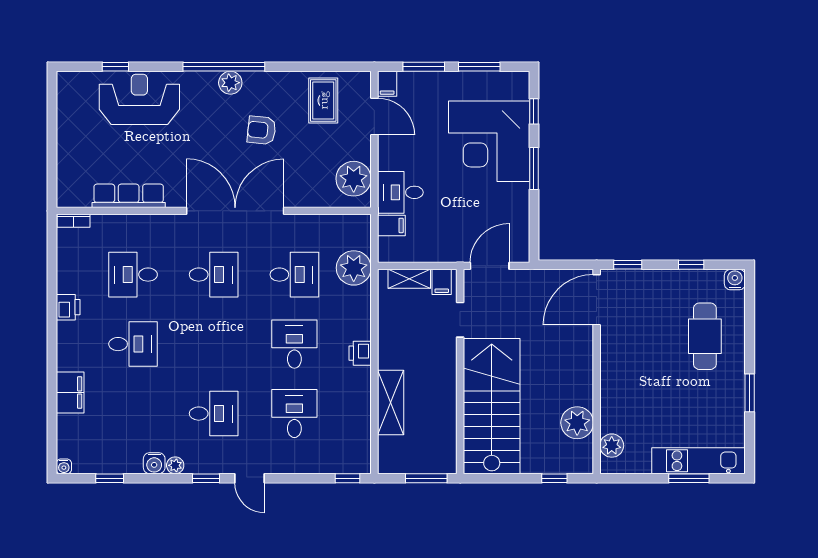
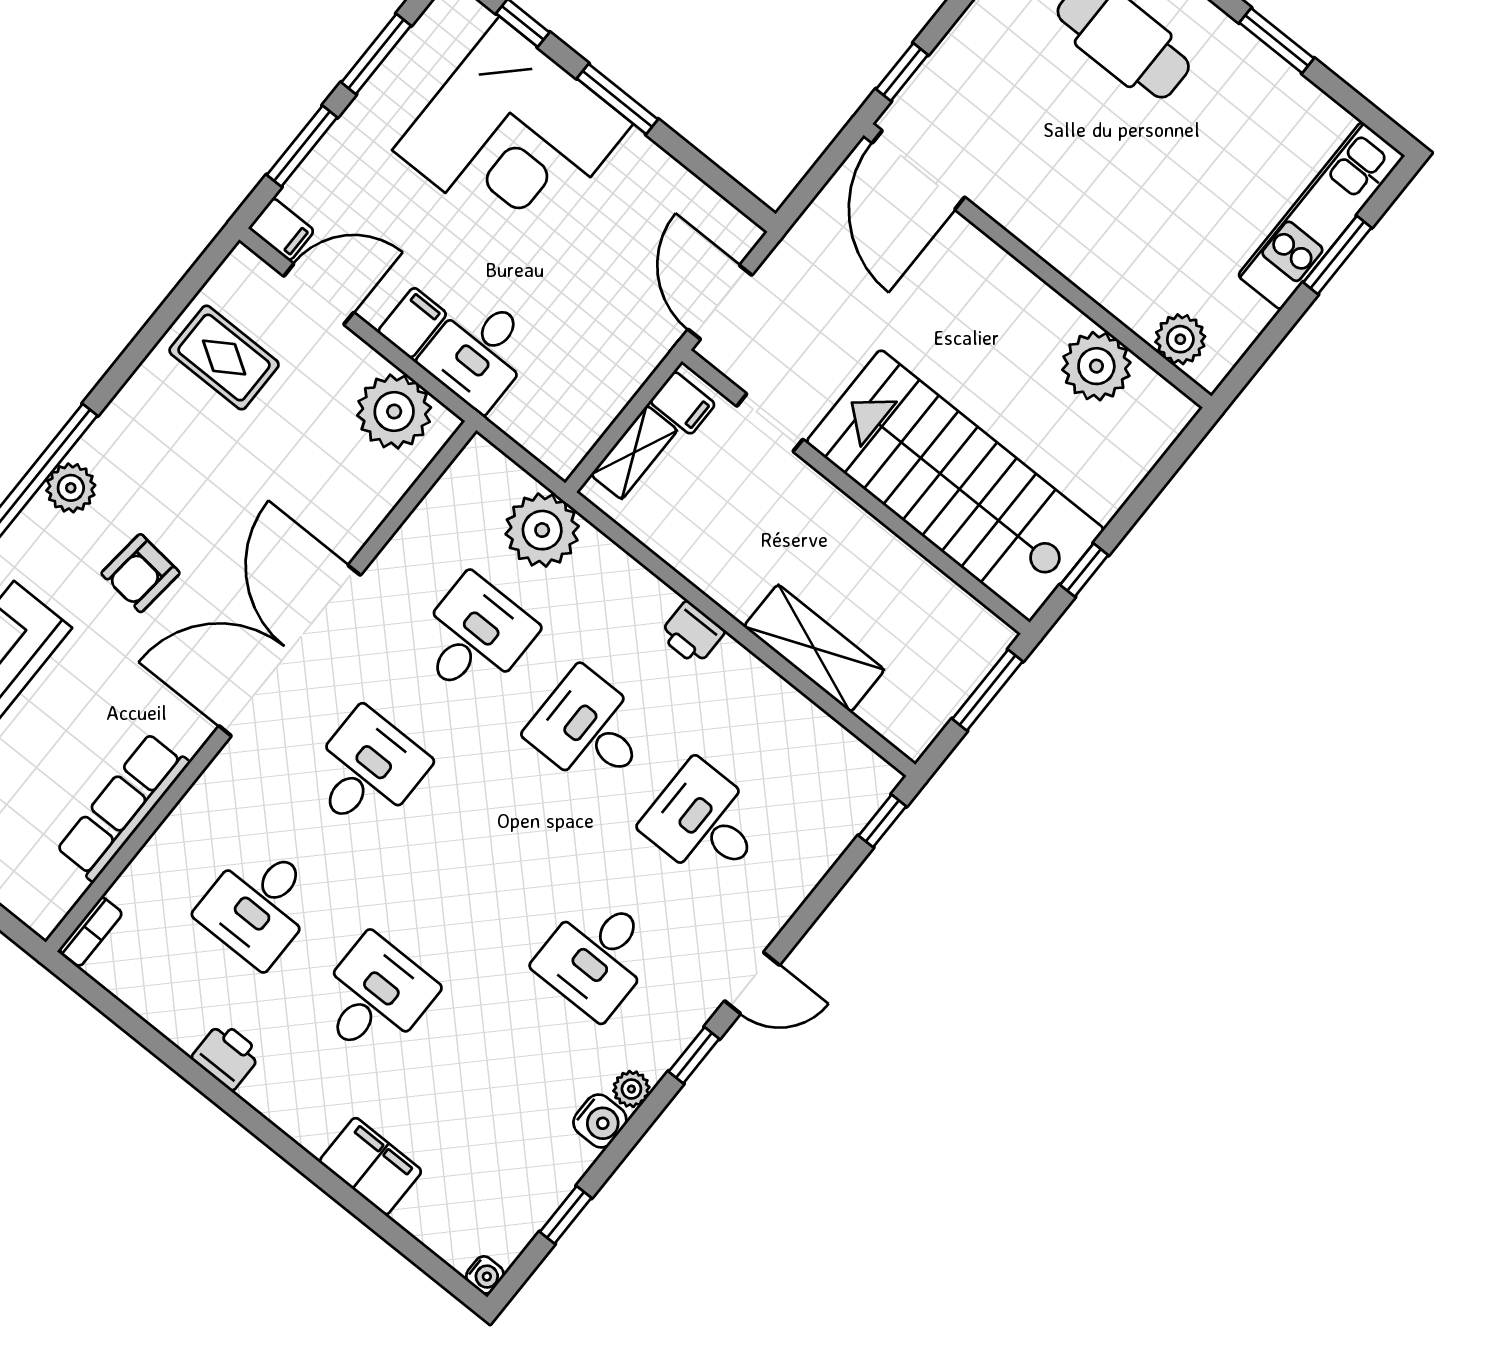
armchair: (262, 130) -> (140, 573), moved
filing cabinet: (391, 225) -> (412, 323), moved
desk: (214, 414) -> (597, 956), turned 180
window: (554, 478) -> (1084, 570), moved

